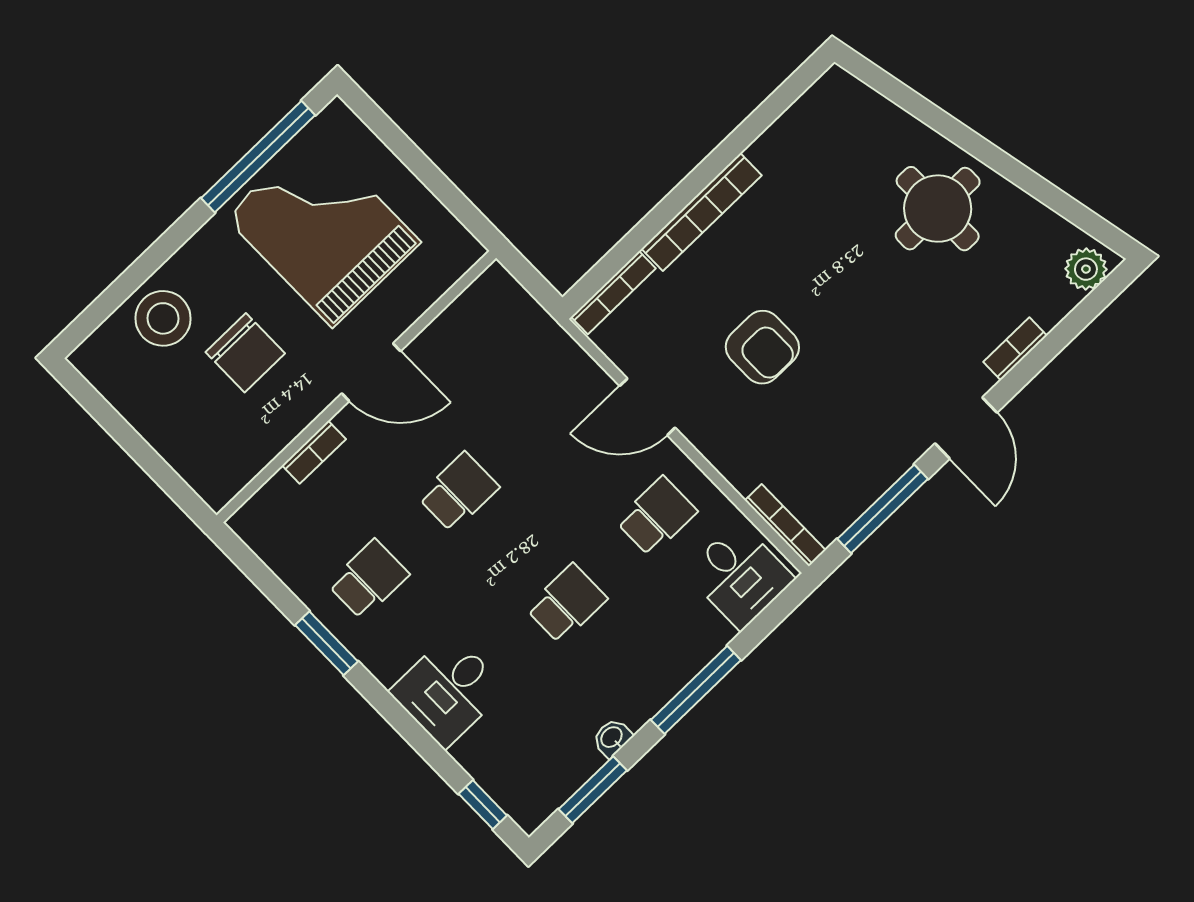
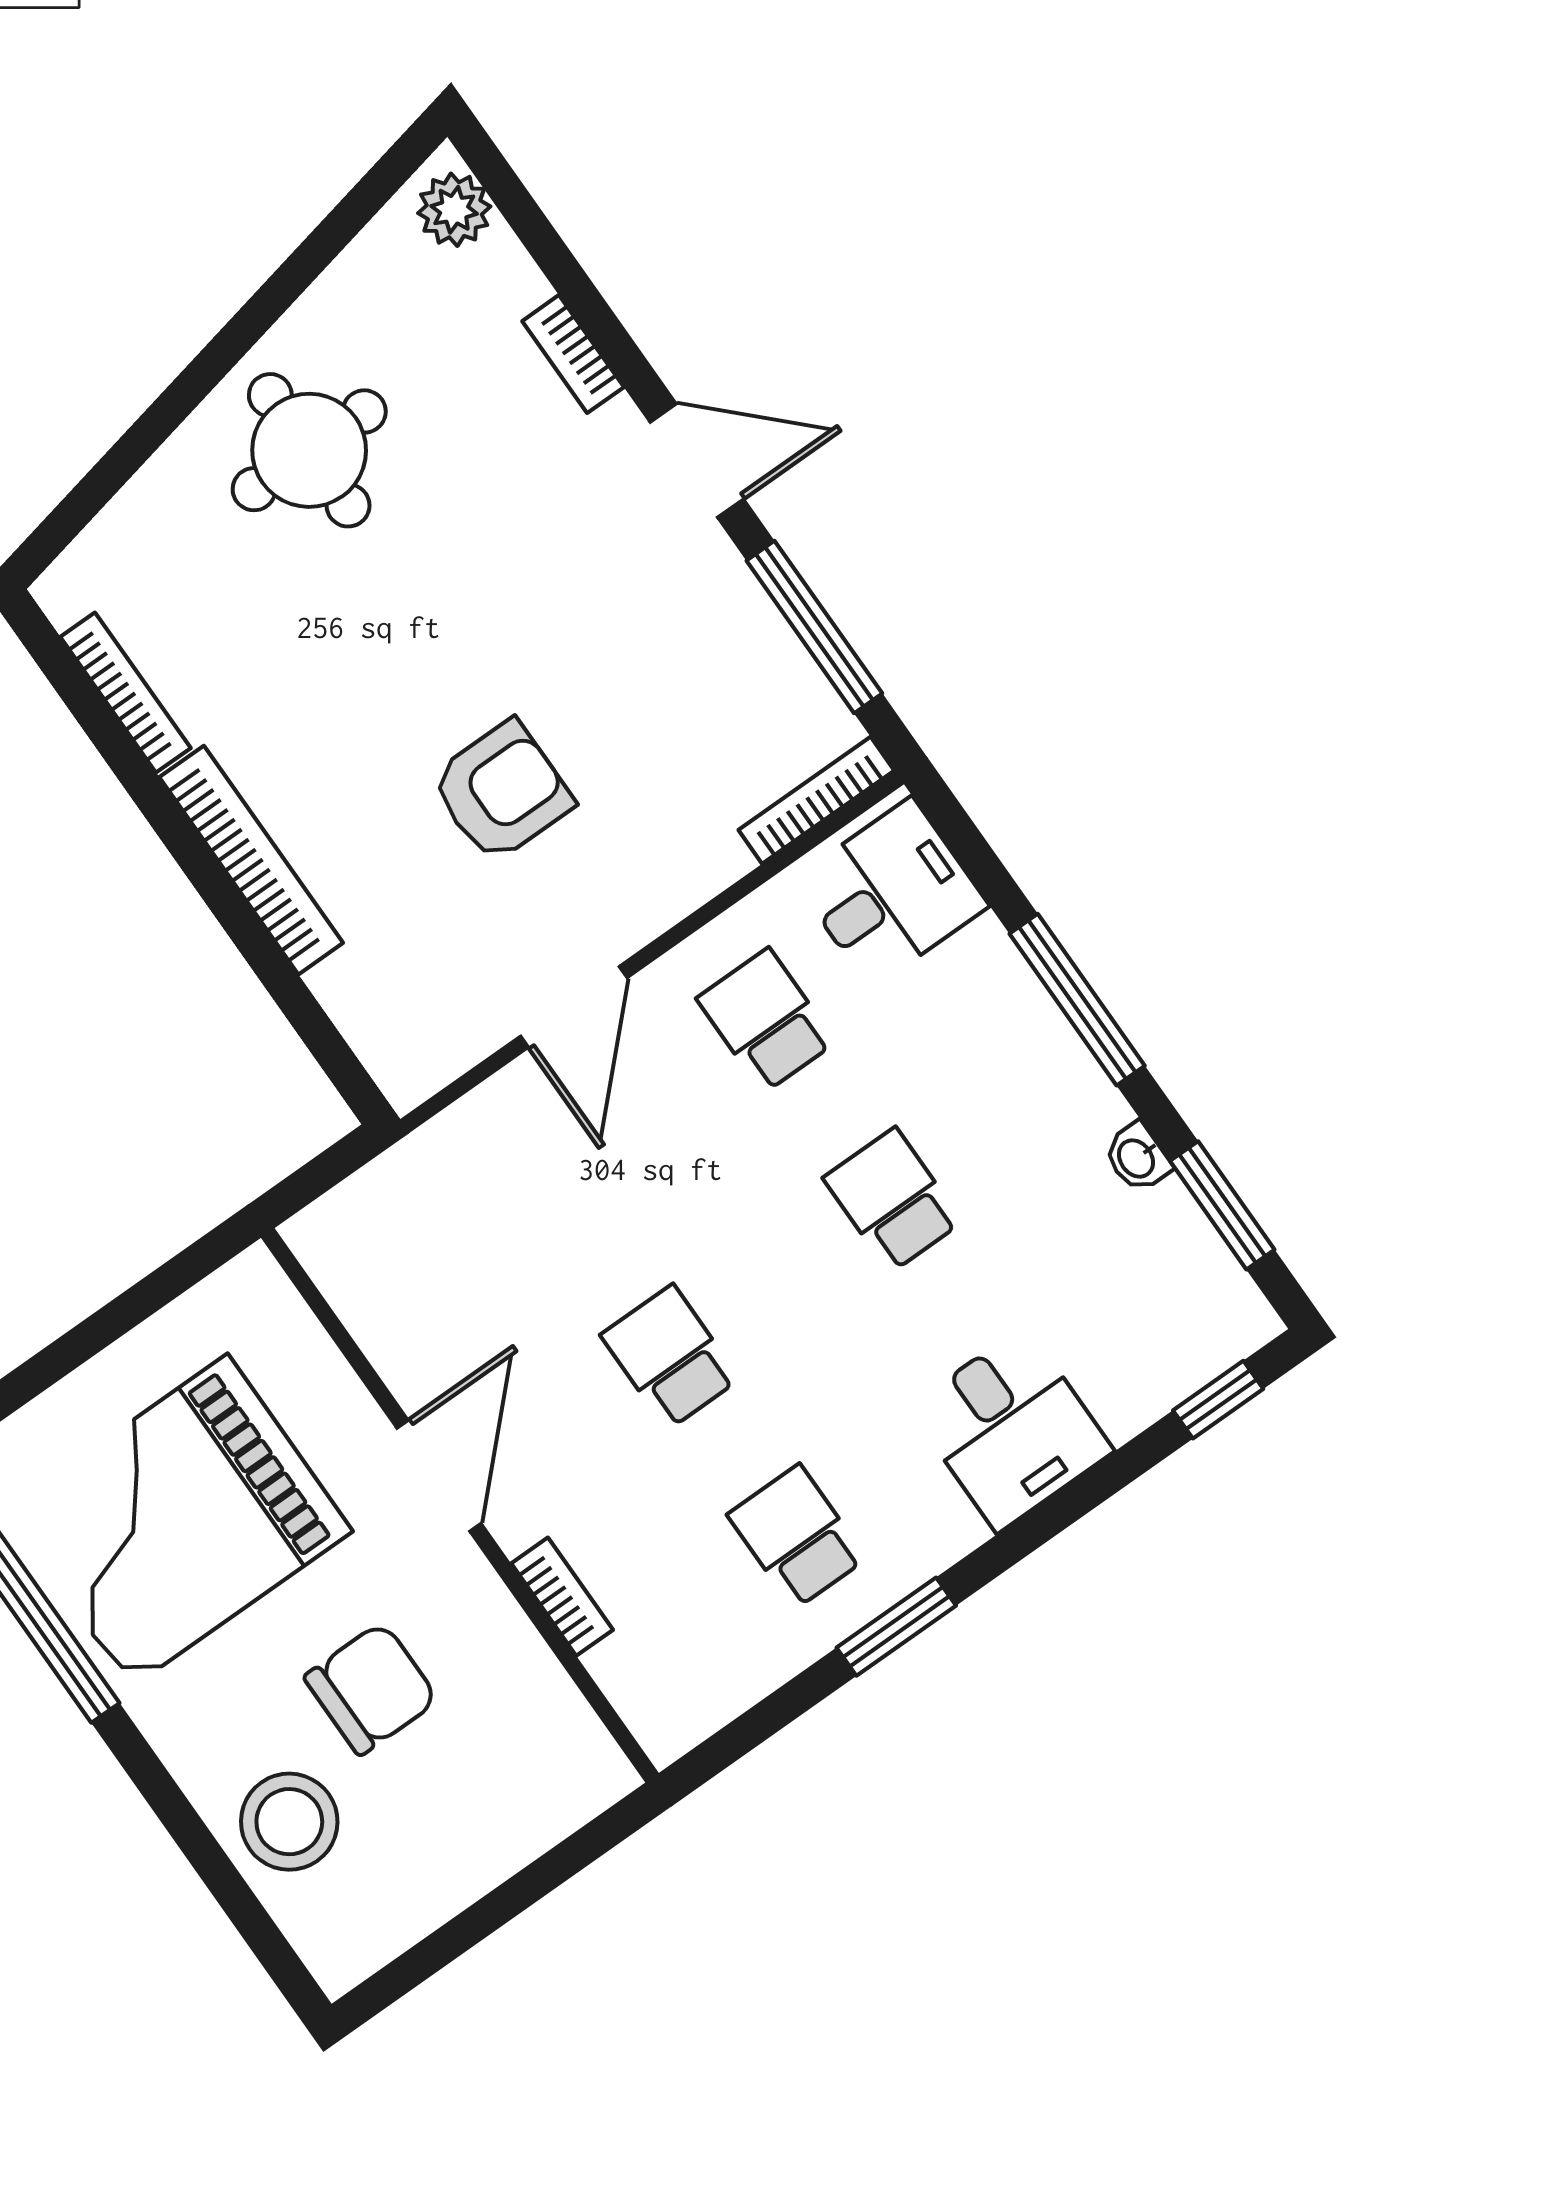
bookcase: (613, 293) -> (125, 692), moved

